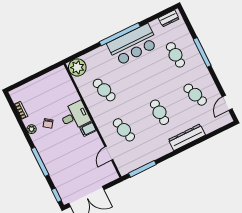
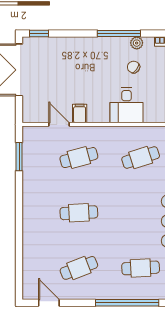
window: (202, 52) -> (127, 303), width x1.46
filing cabinet: (88, 129) -> (80, 113), moved
dresser: (187, 137) -> (31, 231), removed
window: (40, 162) -> (119, 34), moved
window: (142, 169) -> (19, 157), width x0.69

